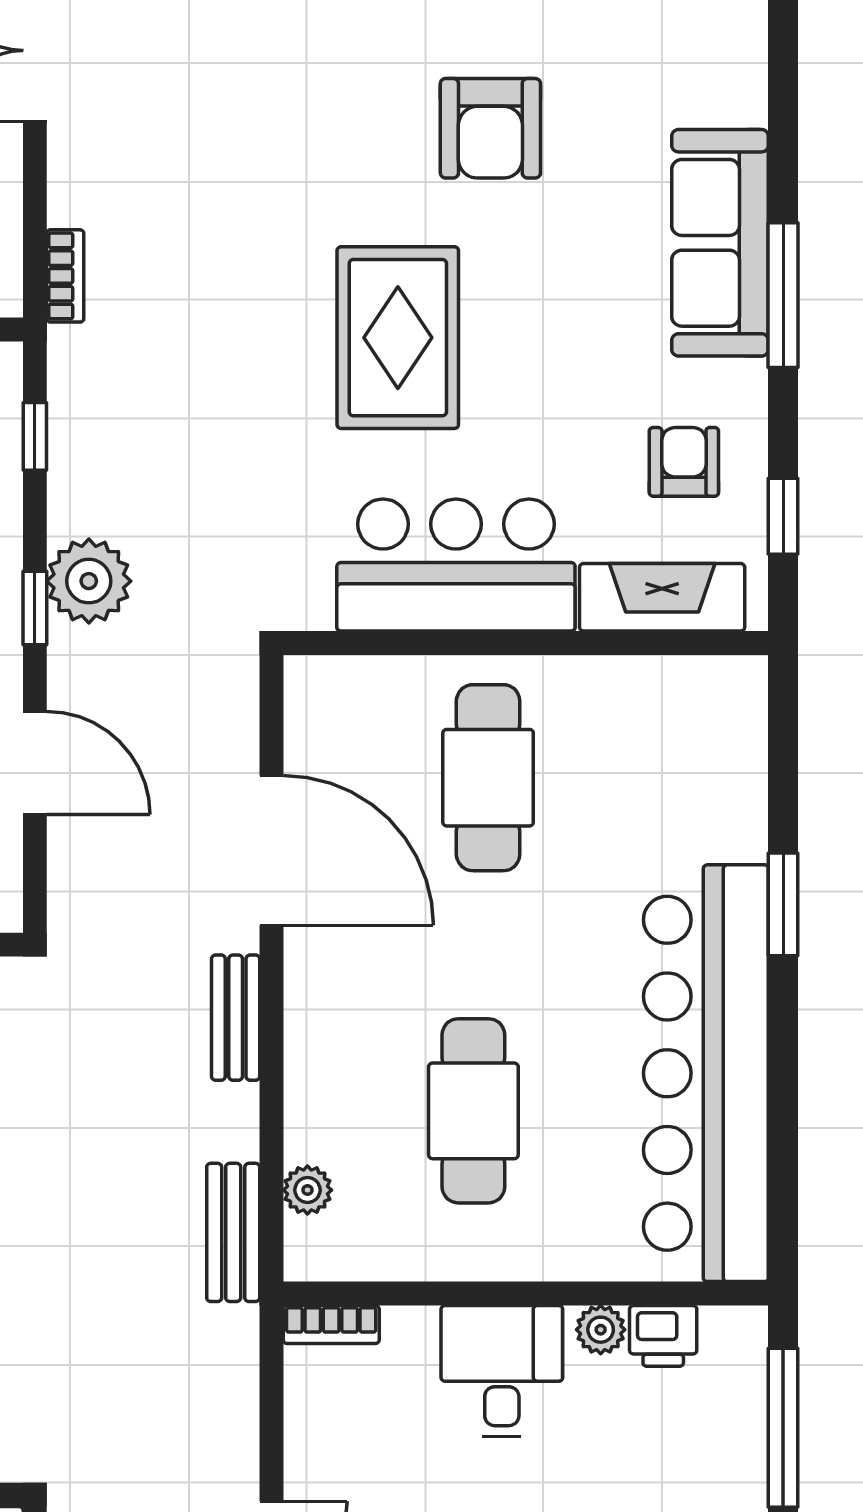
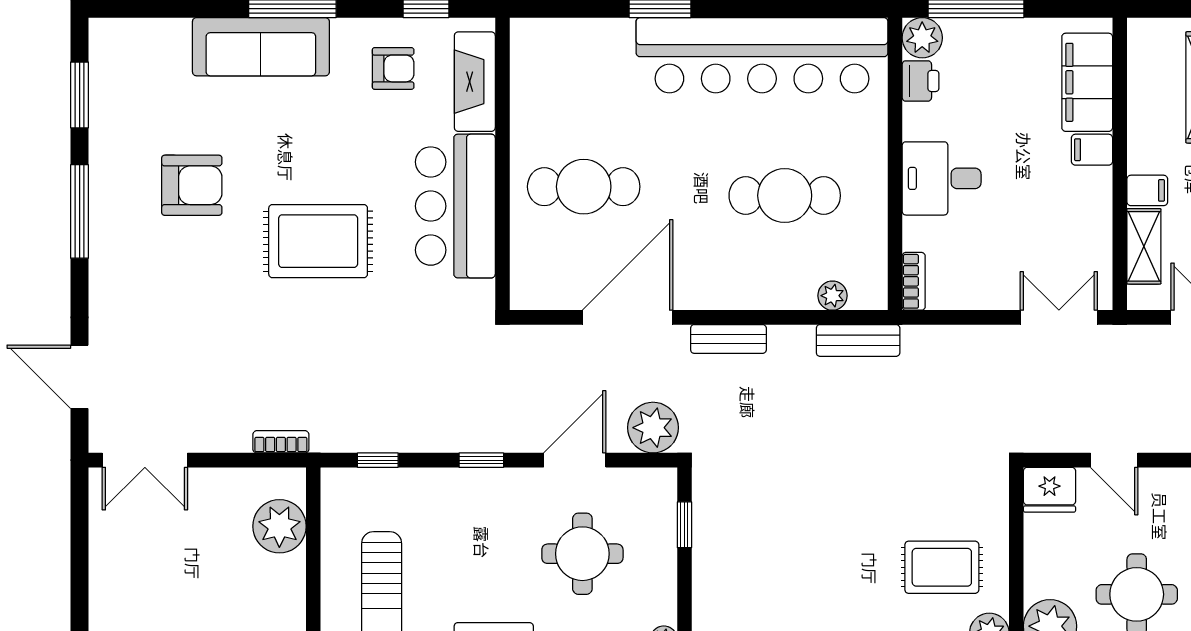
armchair: (684, 462) -> (393, 68), turned 180
plant: (89, 581) -> (653, 428), moved
plant: (601, 1330) -> (922, 38), moved, width x1.38, depth x1.38

